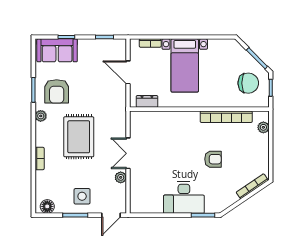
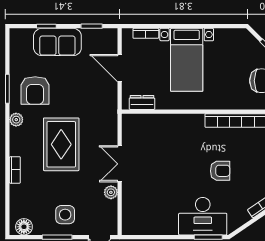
sofa: (57, 50) -> (57, 42), moved
desk: (184, 198) -> (203, 216), moved

